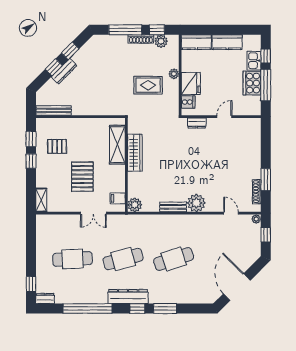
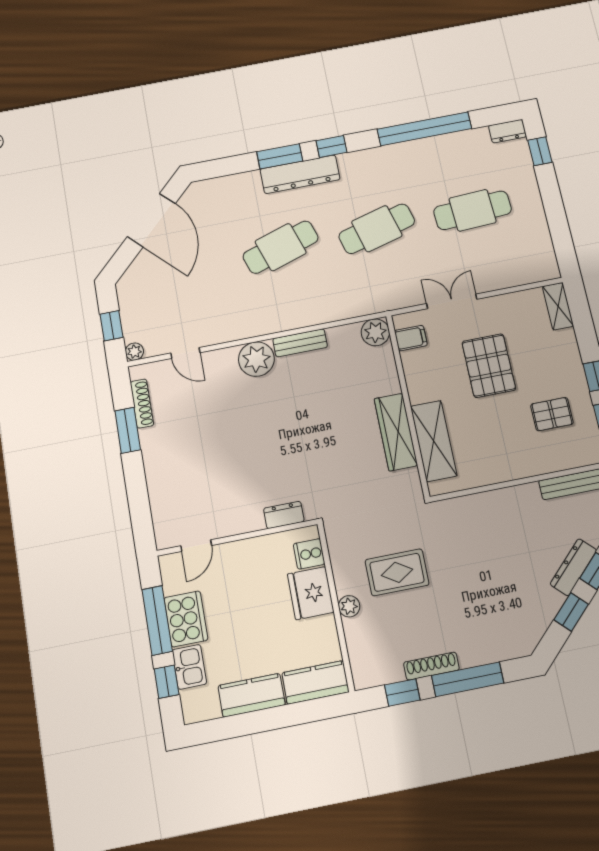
plant: (161, 41) -> (389, 670), removed
door: (224, 117) -> (196, 546), moved
dresser: (128, 296) -> (300, 174), moved

